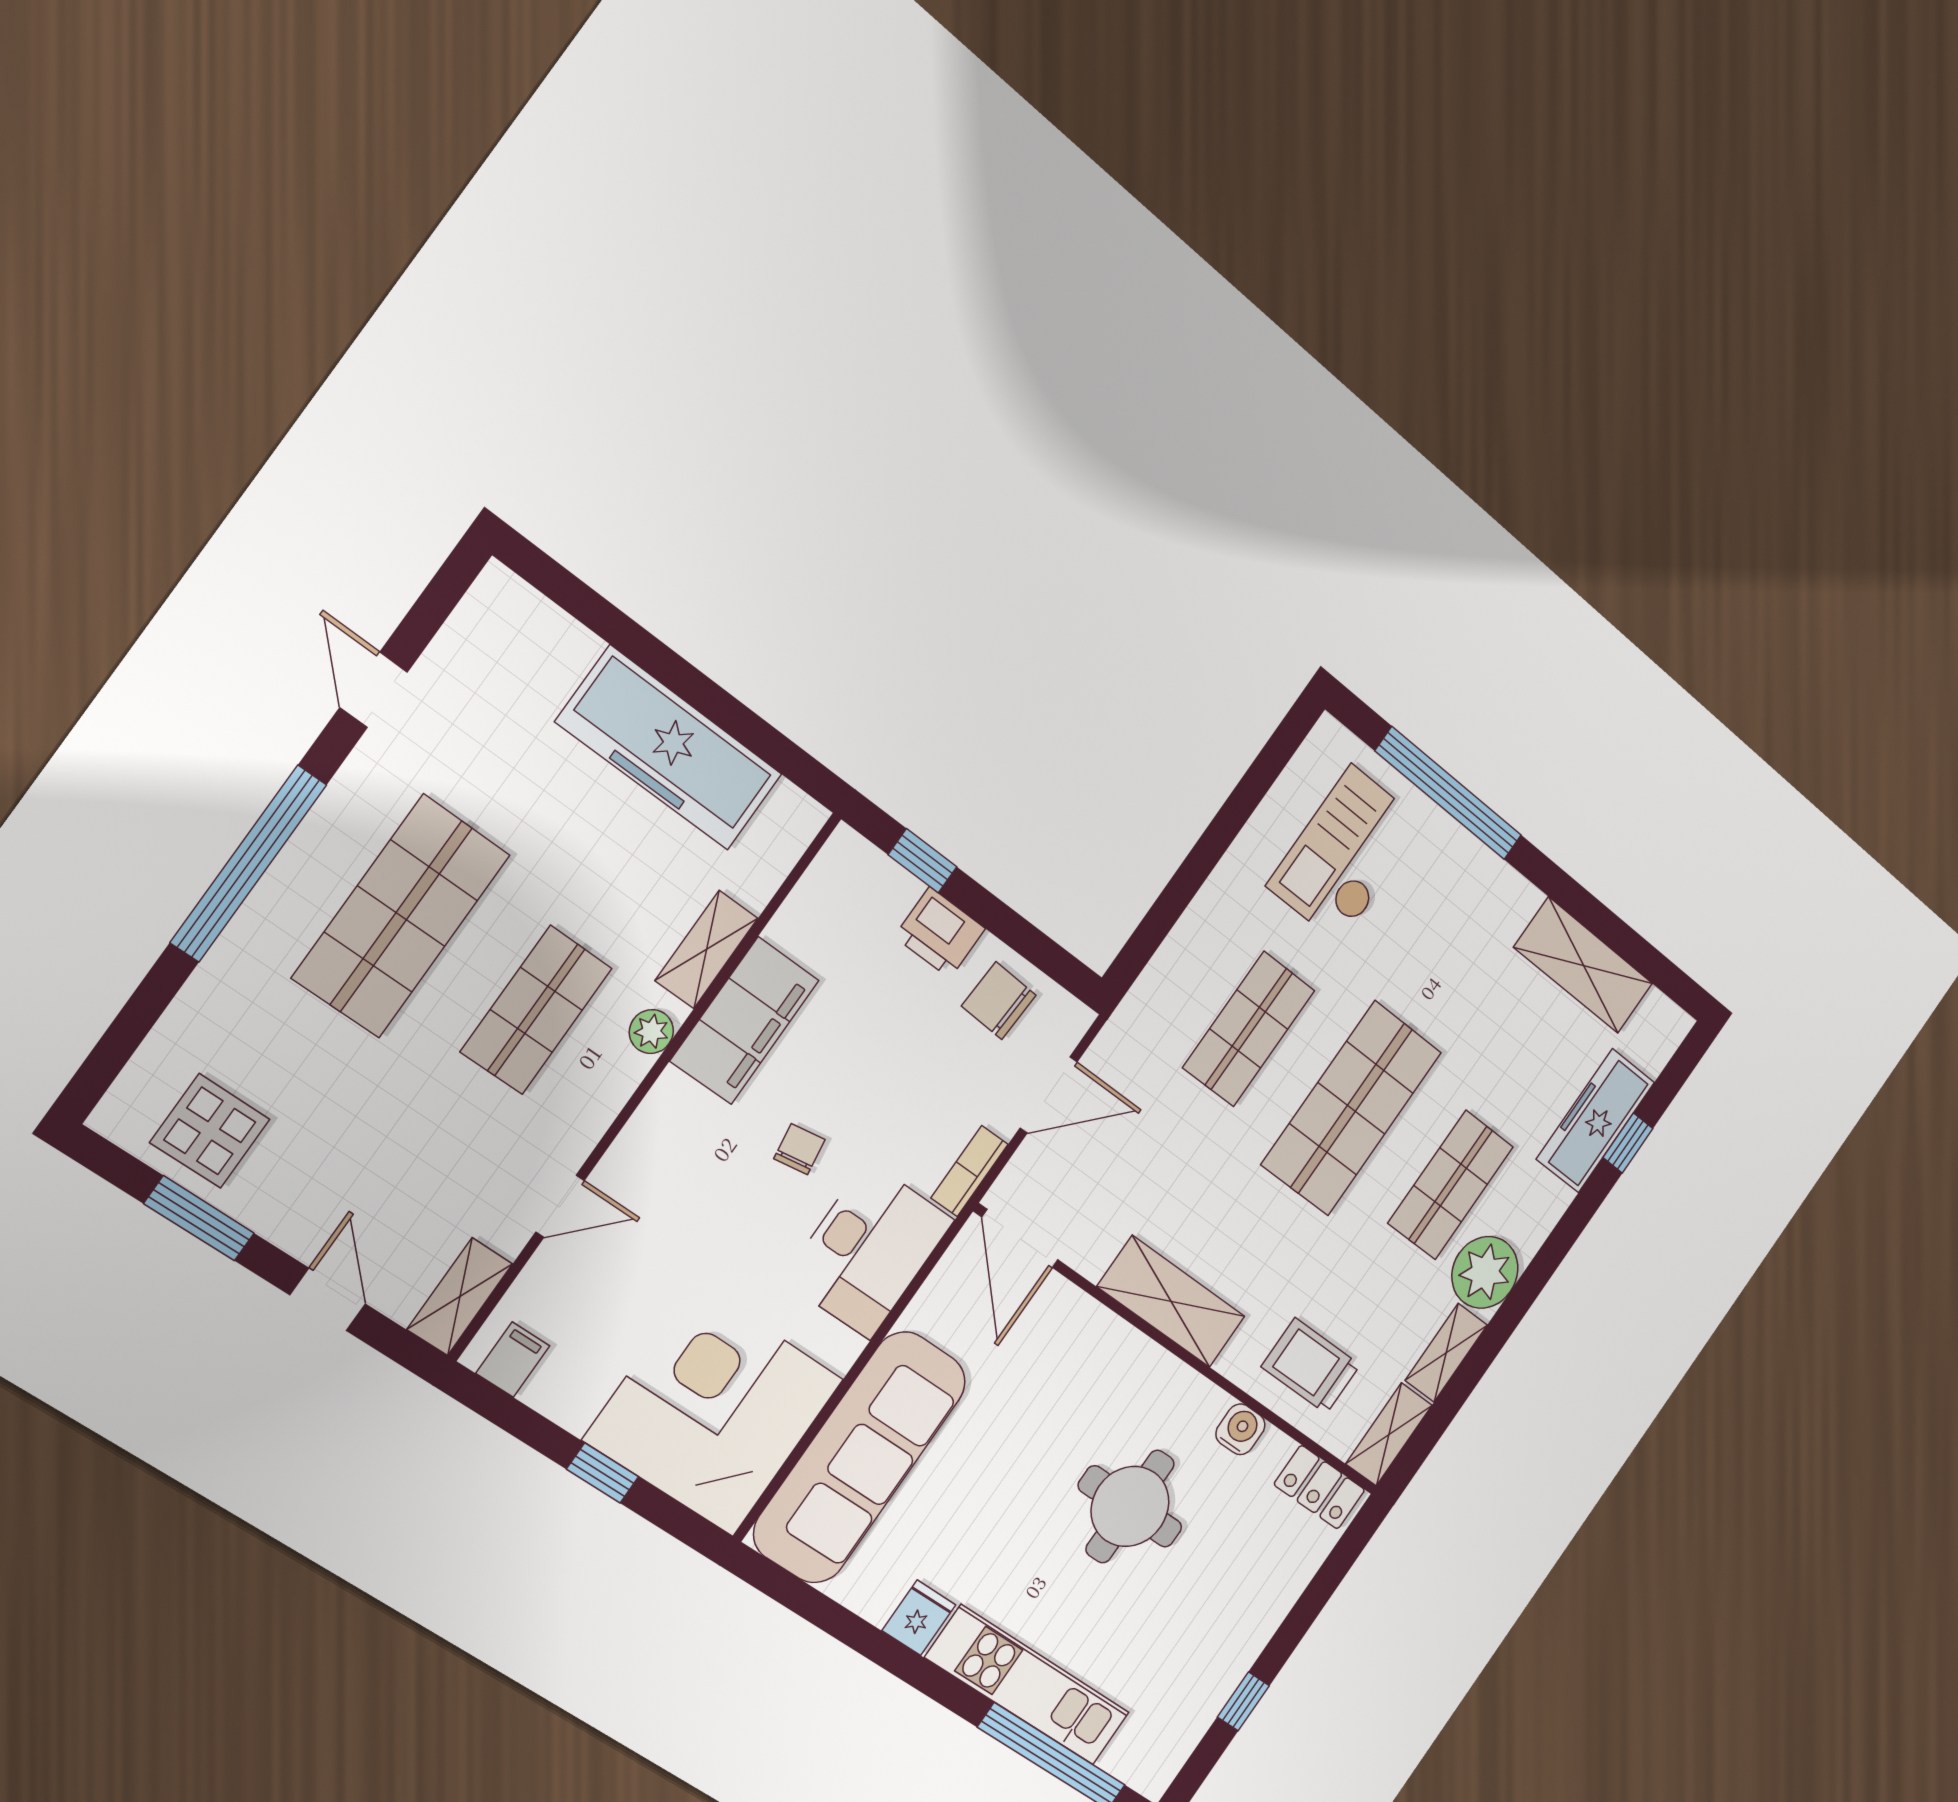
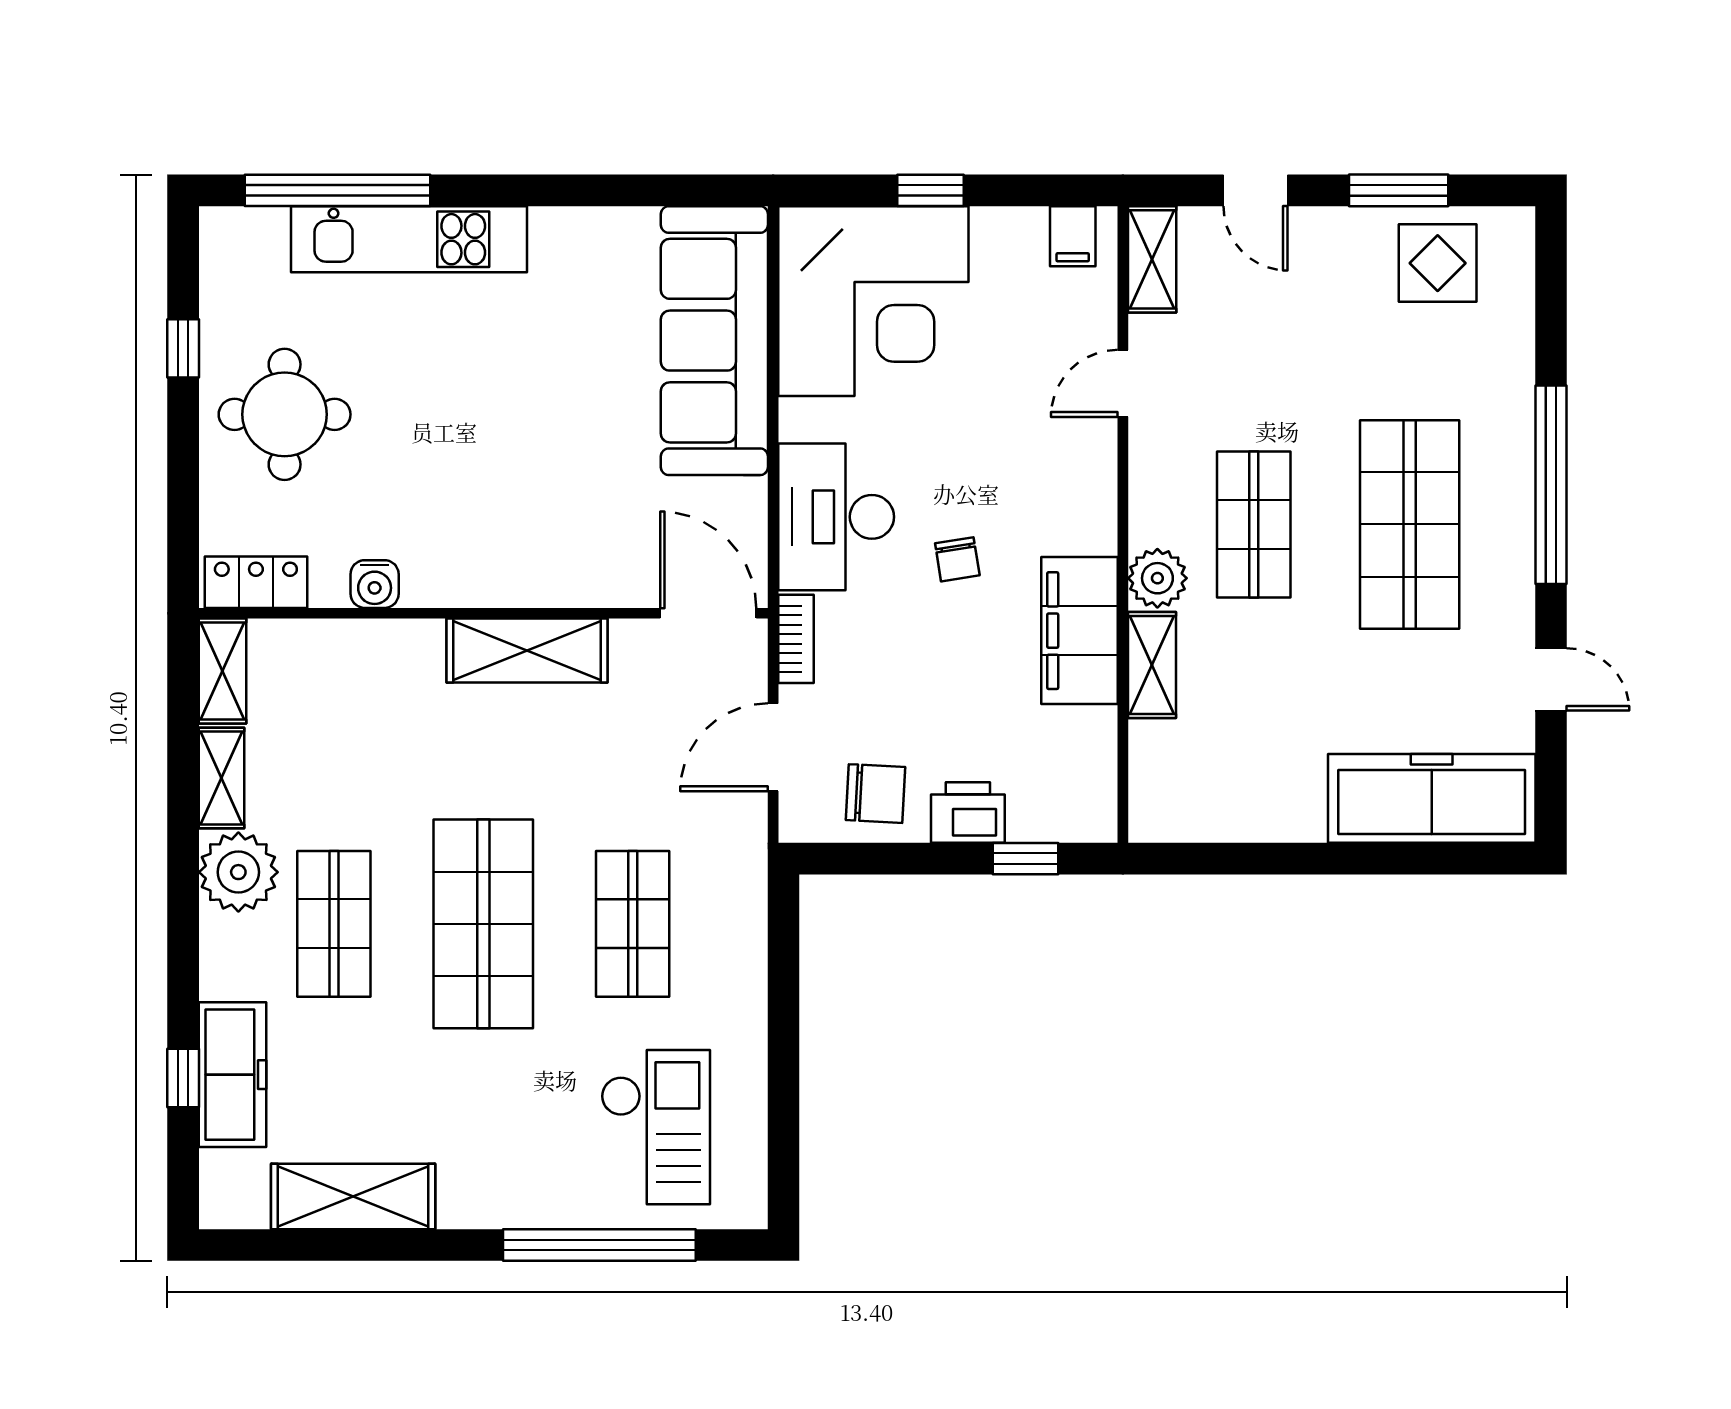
freezer: (669, 748) -> (1432, 798), moved
plant: (651, 1032) -> (1157, 578), width x1.38, depth x1.38
trolley: (1311, 1366) -> (348, 681), removed
round table: (1130, 1506) -> (285, 414), moved
fridge: (919, 1618) -> (557, 237), removed

